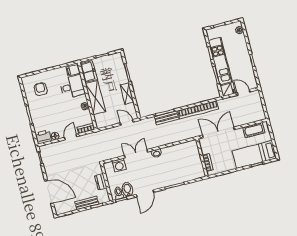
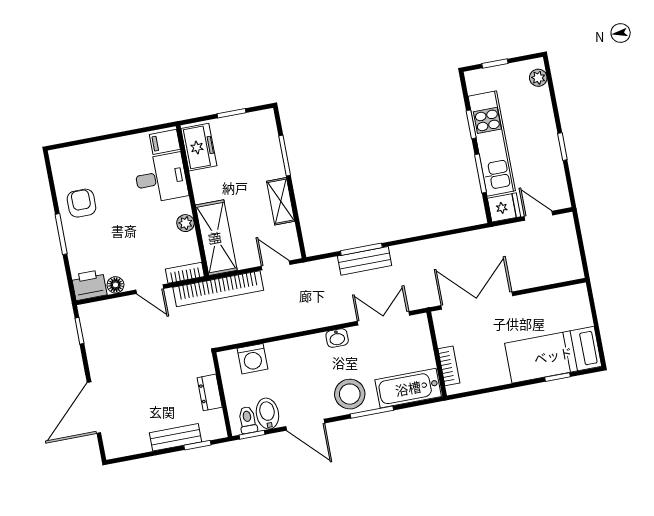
armchair: (41, 89) -> (81, 203), moved
shelving: (95, 98) -> (216, 238), moved
bookcase: (198, 110) -> (218, 289), moved
cot: (254, 130) -> (556, 300), removed
door: (71, 137) -> (150, 289), swing flipped
double door: (136, 154) -> (383, 318), moved
bathtub: (190, 174) -> (408, 388), added
stool: (164, 178) -> (350, 394), added
door: (49, 192) -> (94, 408), swing flipped
door: (145, 193) -> (305, 425), hinge flipped

